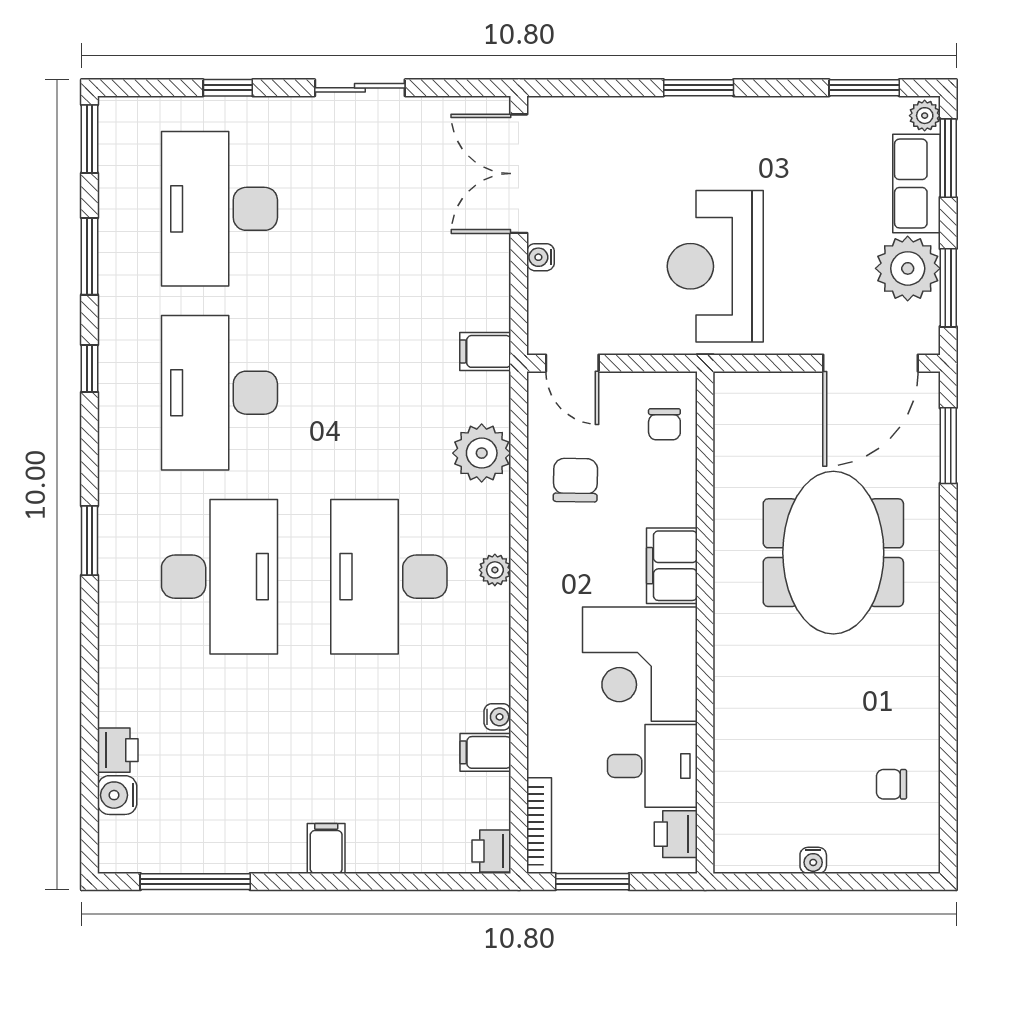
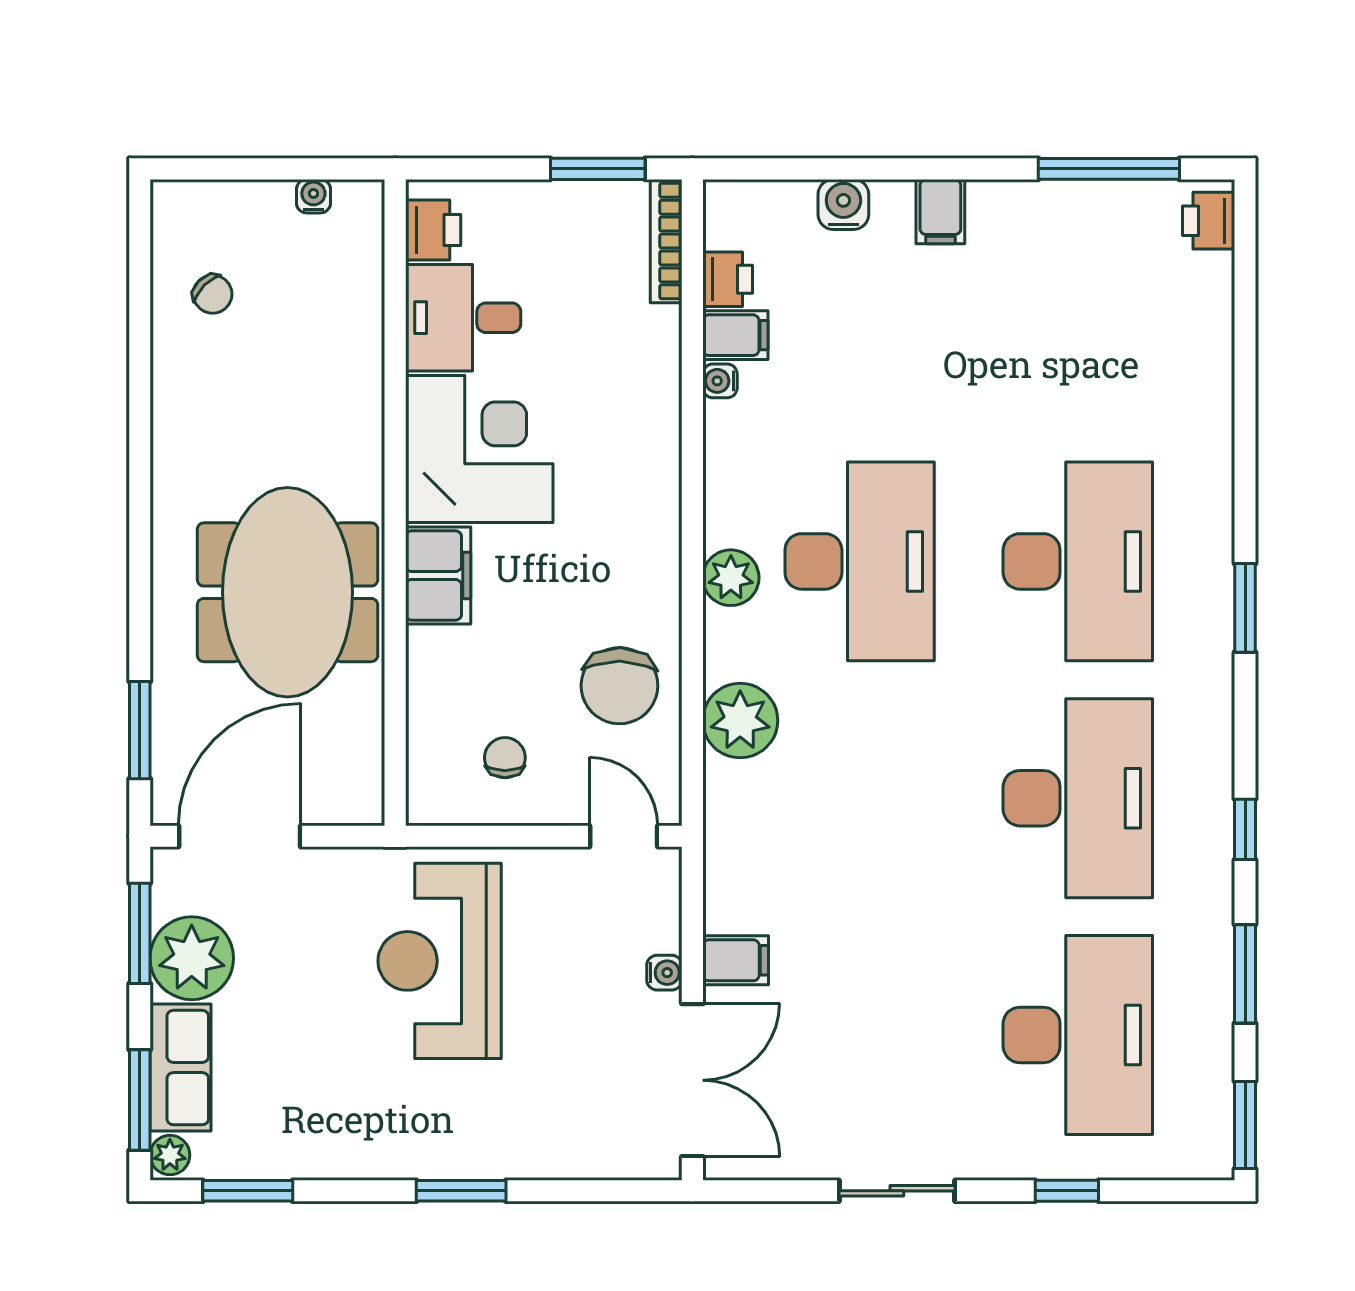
reception desk: (715, 266) -> (440, 961), turned 180
filing cabinet: (485, 351) -> (736, 960), moved
chair: (575, 480) -> (619, 686), width x1.37, depth x1.37
filing cabinet: (672, 566) -> (438, 575), moved
plant: (495, 570) -> (731, 578), width x1.38, depth x1.38
desk: (219, 577) -> (1078, 561), turned 180
wall: (705, 622) -> (395, 503), moved
corner desk: (640, 664) -> (479, 449), moved
printer: (118, 750) -> (1209, 221), moved
desk: (652, 766) -> (463, 318), moved
chair: (892, 784) -> (213, 294), turned 45
water cooler: (117, 795) -> (843, 204), moved, turned -90
printer: (676, 834) -> (433, 230), moved
printer: (491, 851) -> (728, 279), moved

